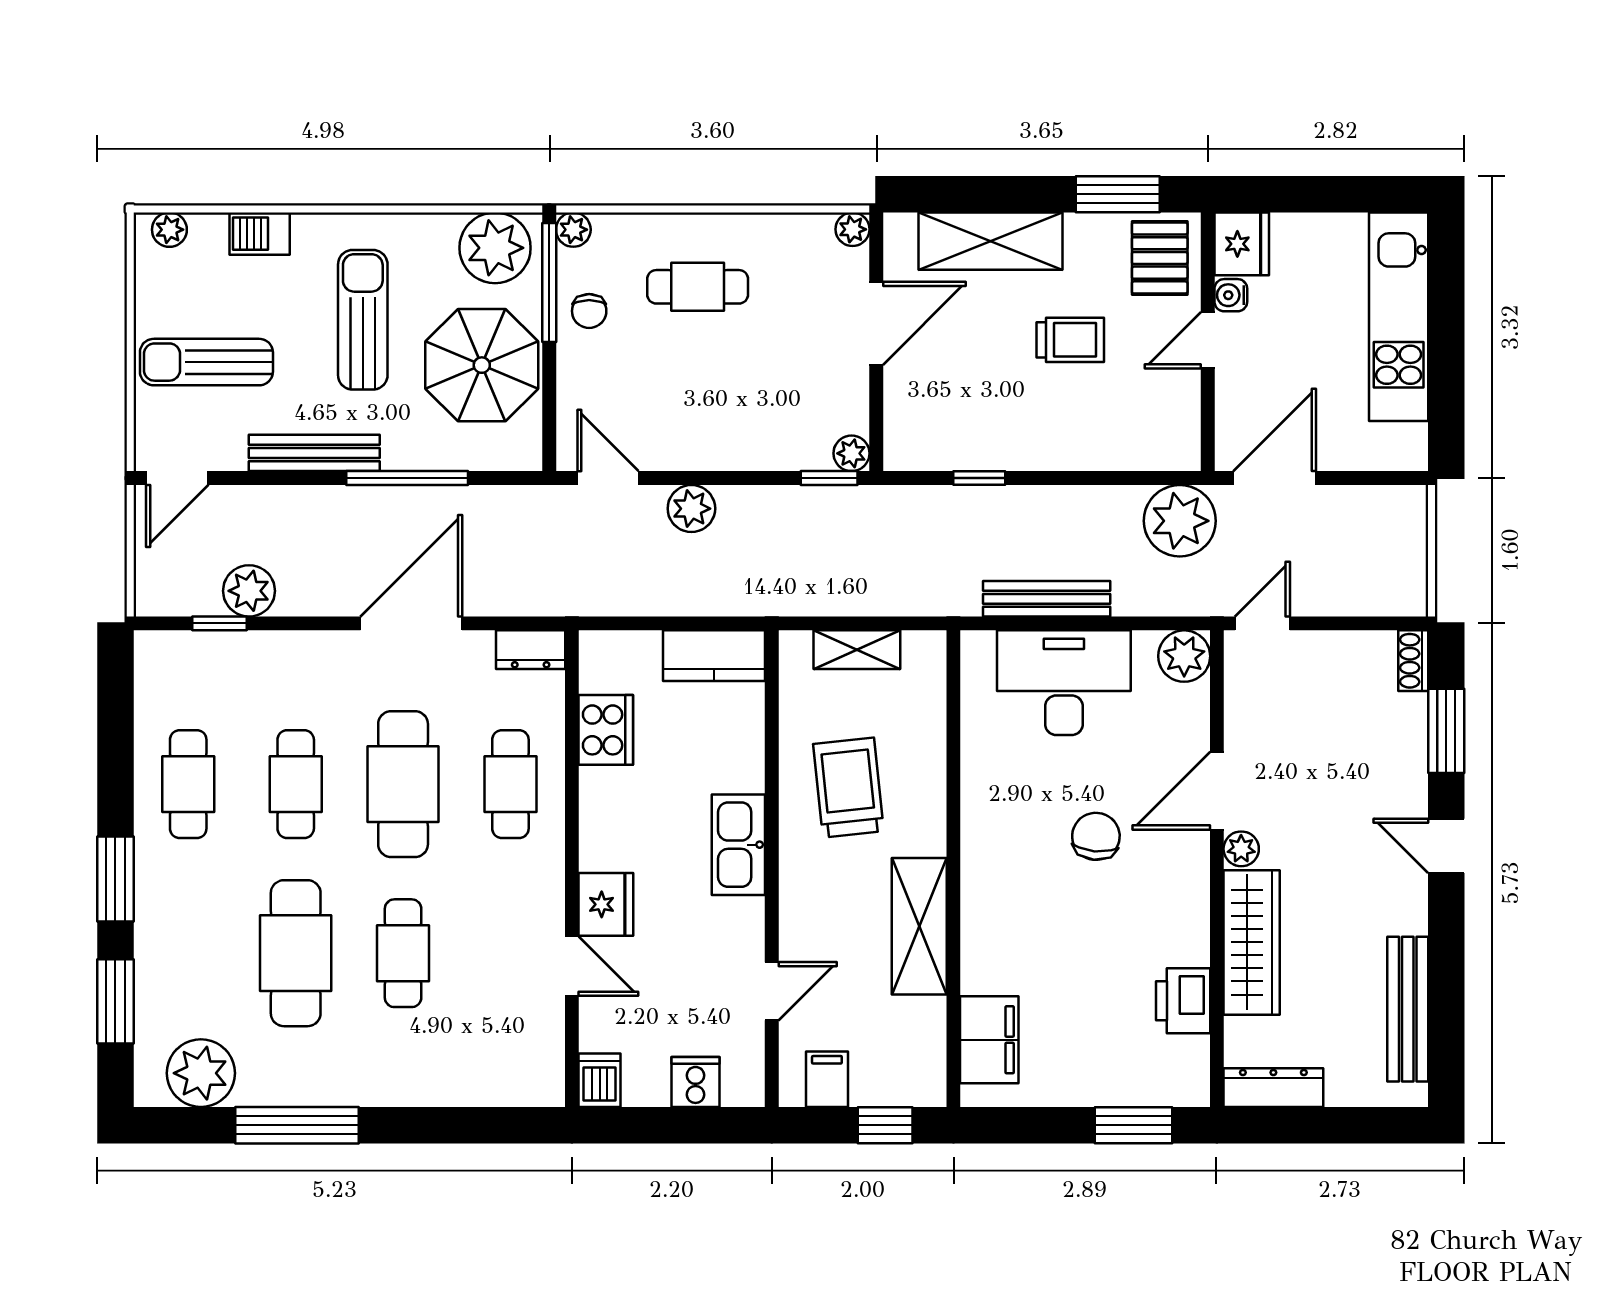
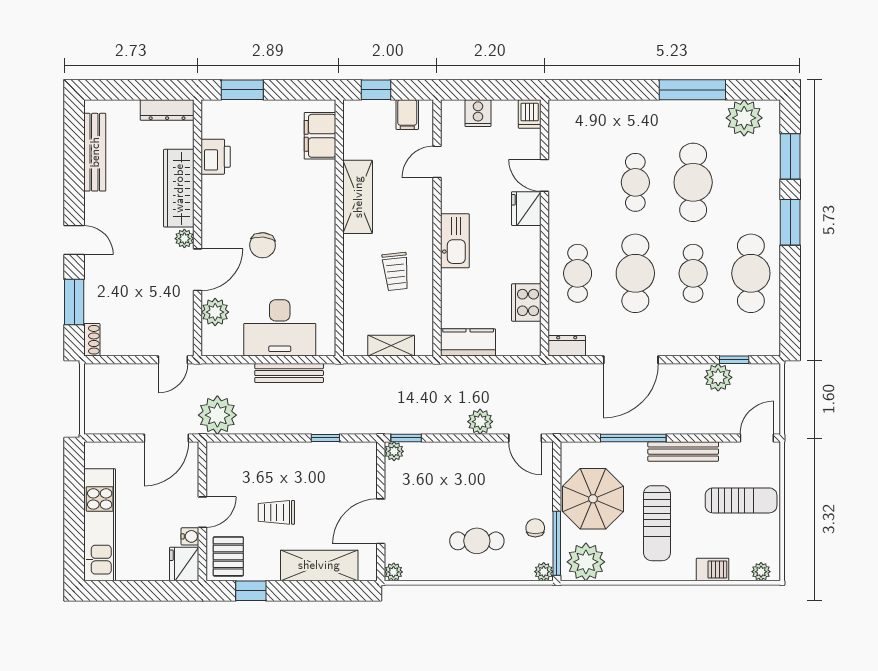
window: (1118, 194) -> (251, 591), width x0.67
plant: (1184, 656) -> (215, 312), moved
cafe table: (188, 784) -> (751, 273), width x1.37, depth x1.35
trolley: (848, 788) -> (396, 271), width x0.73, depth x0.72

